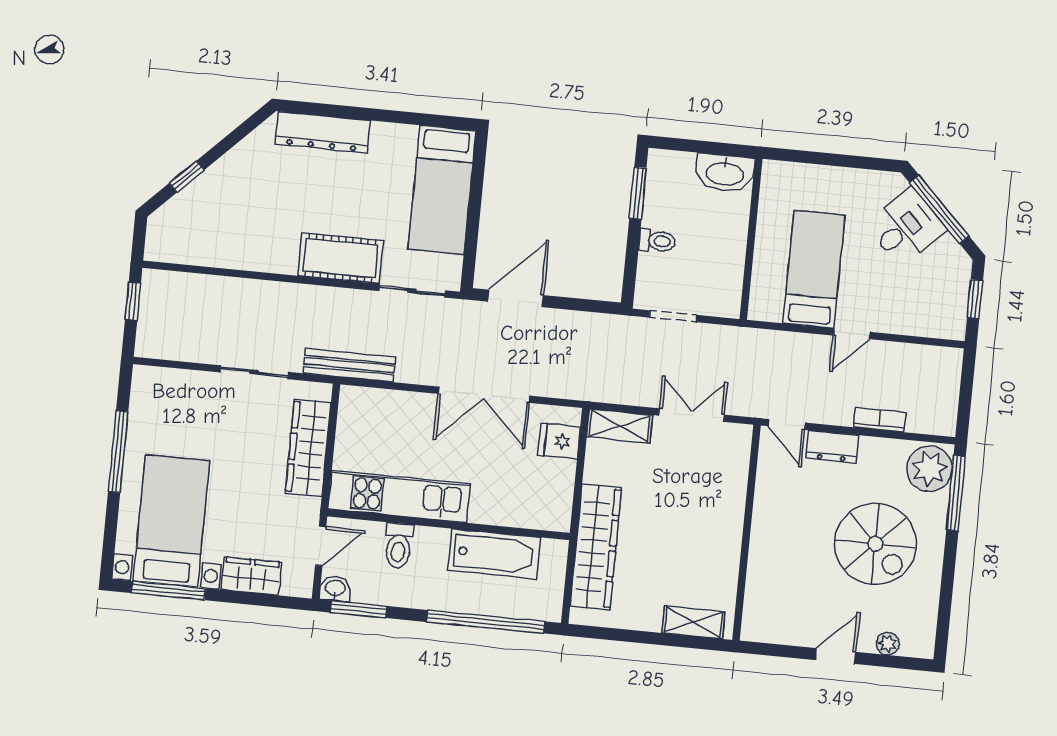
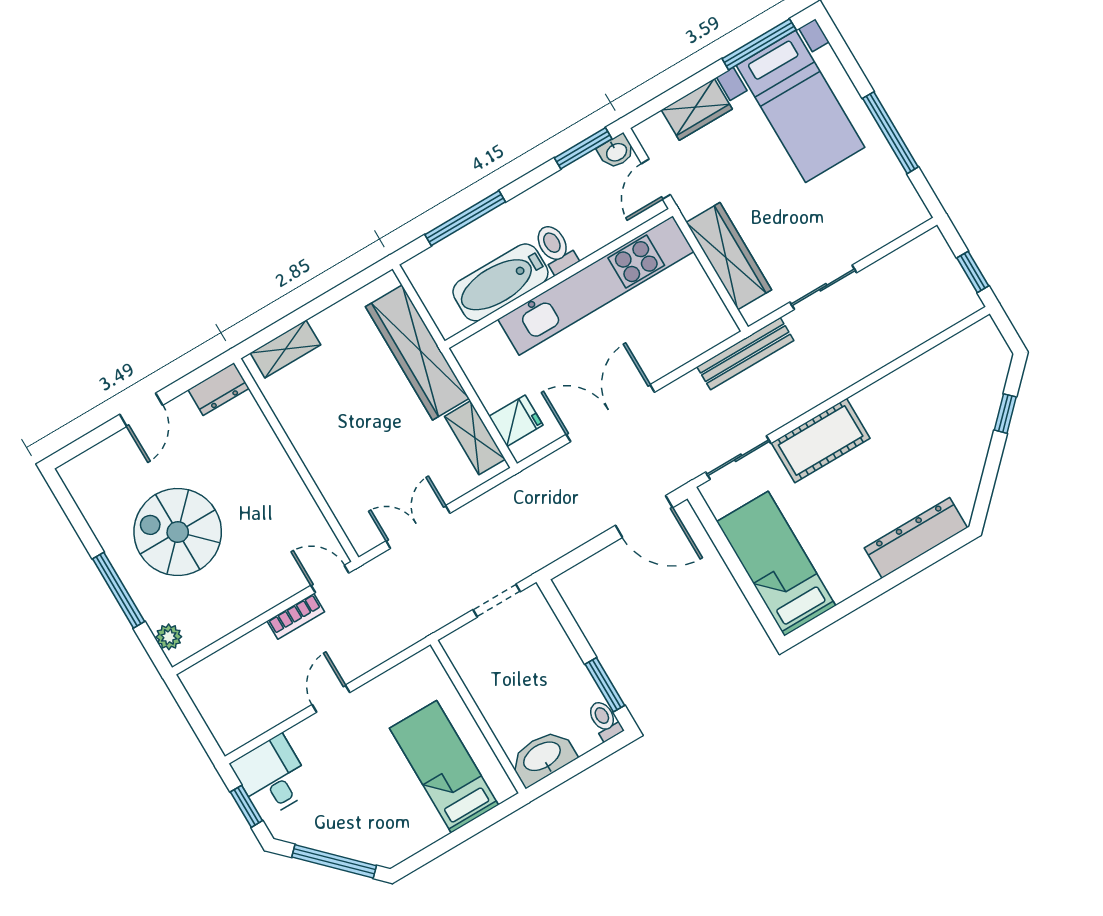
desk: (906, 227) -> (272, 777), moved, turned 135
toilet: (657, 241) -> (605, 720), moved, turned 90
bed: (814, 269) -> (444, 767), moved, turned 180
door: (516, 298) -> (644, 516), hinge flipped
double door: (692, 415) -> (418, 527), swing flipped
bookcase: (880, 420) -> (296, 616), moved
shelving: (620, 426) -> (475, 438), moved, turned 90
dresser: (832, 447) -> (219, 389), moved, turned 180
plant: (929, 469) -> (169, 637), width x0.53, depth x0.53
window: (956, 493) -> (119, 590), moved
kitchen unit: (399, 496) -> (596, 285), width x1.36
toilet: (399, 546) -> (555, 248), moved
window: (486, 622) -> (465, 218), width x0.68
plant: (888, 644) -> (104, 453), removed

